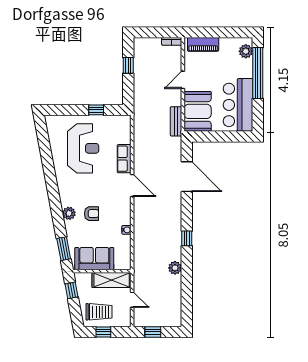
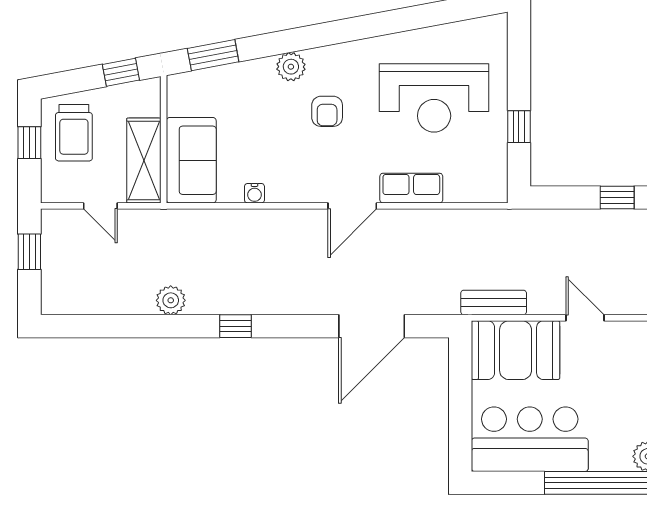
armchair: (91, 214) -> (327, 111), moved
sofa: (94, 259) -> (191, 160), moved
door: (132, 300) -> (100, 206), hinge flipped

